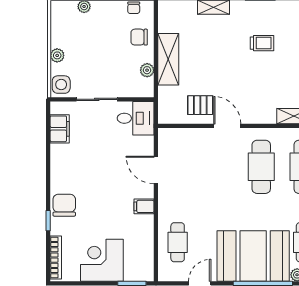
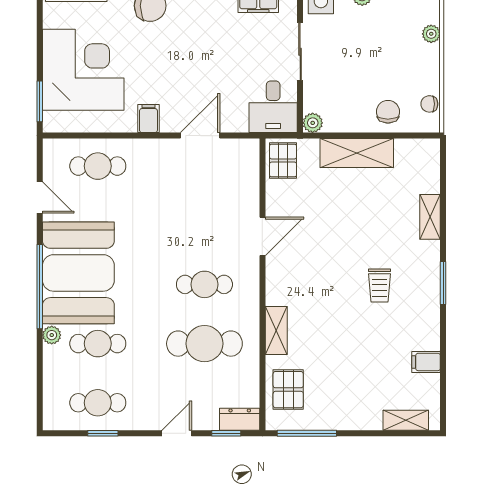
plant: (147, 70) -> (313, 123), moved
pallet: (200, 105) -> (283, 161), moved
cafe table: (261, 167) -> (204, 284), width x0.73, depth x0.74
corner desk: (102, 260) -> (83, 70), width x1.36, depth x1.36

